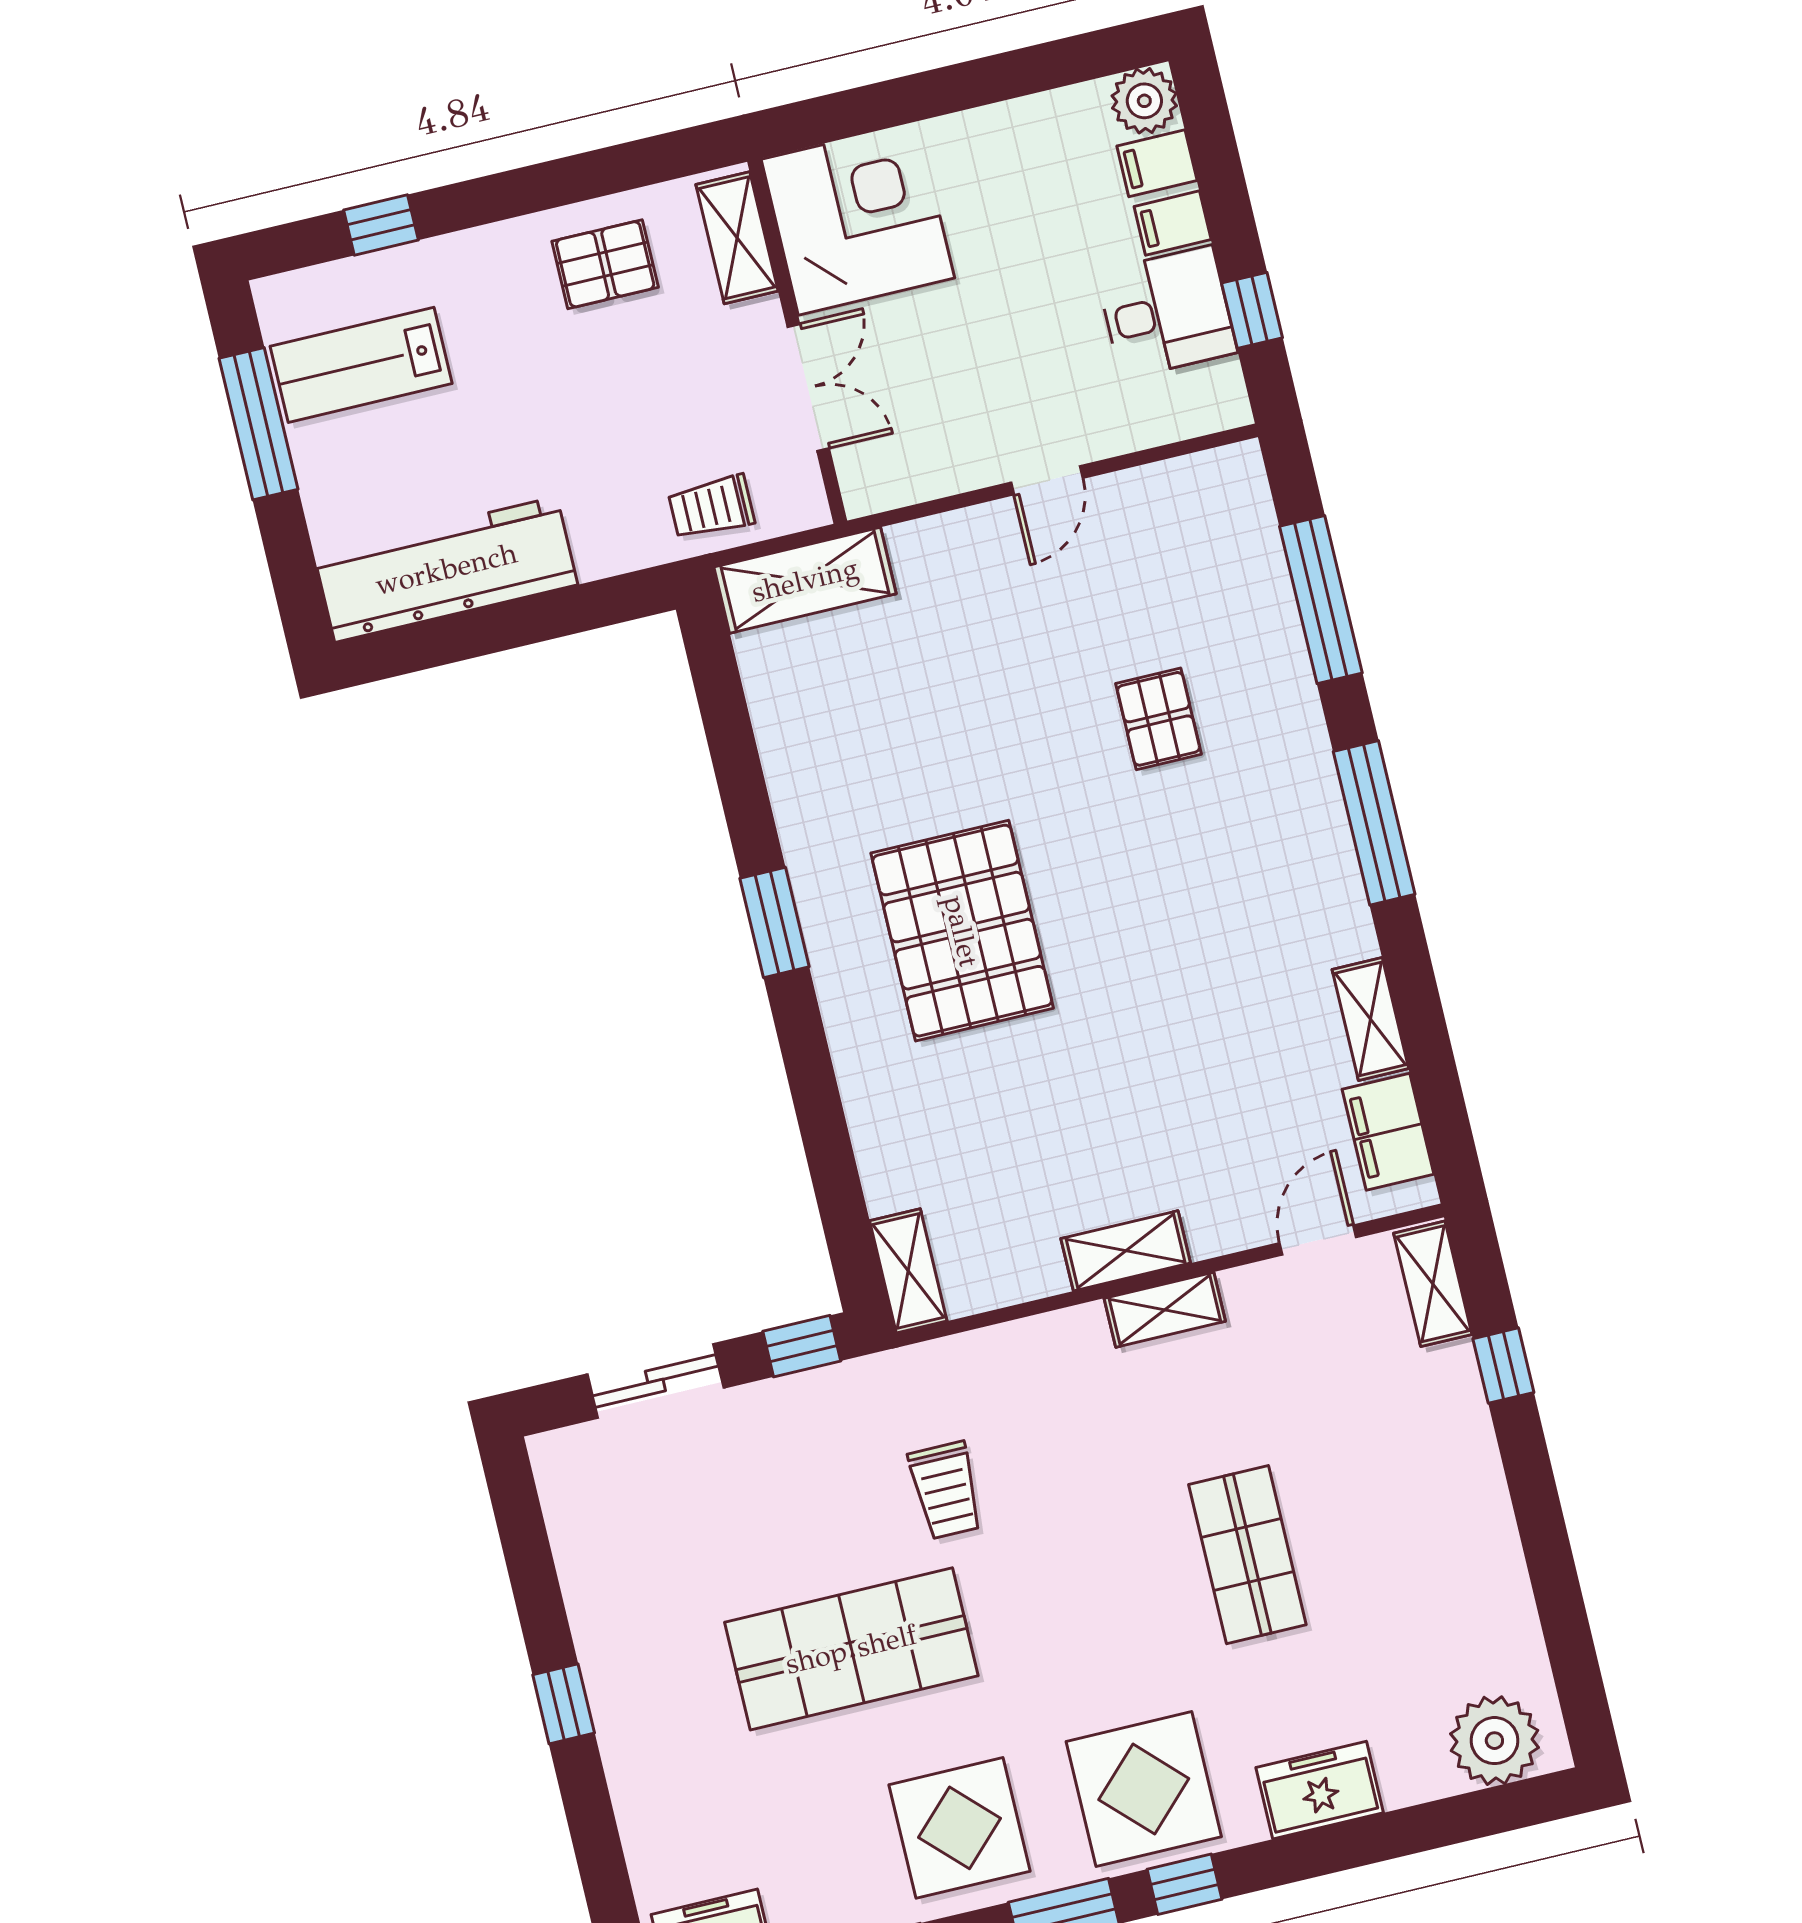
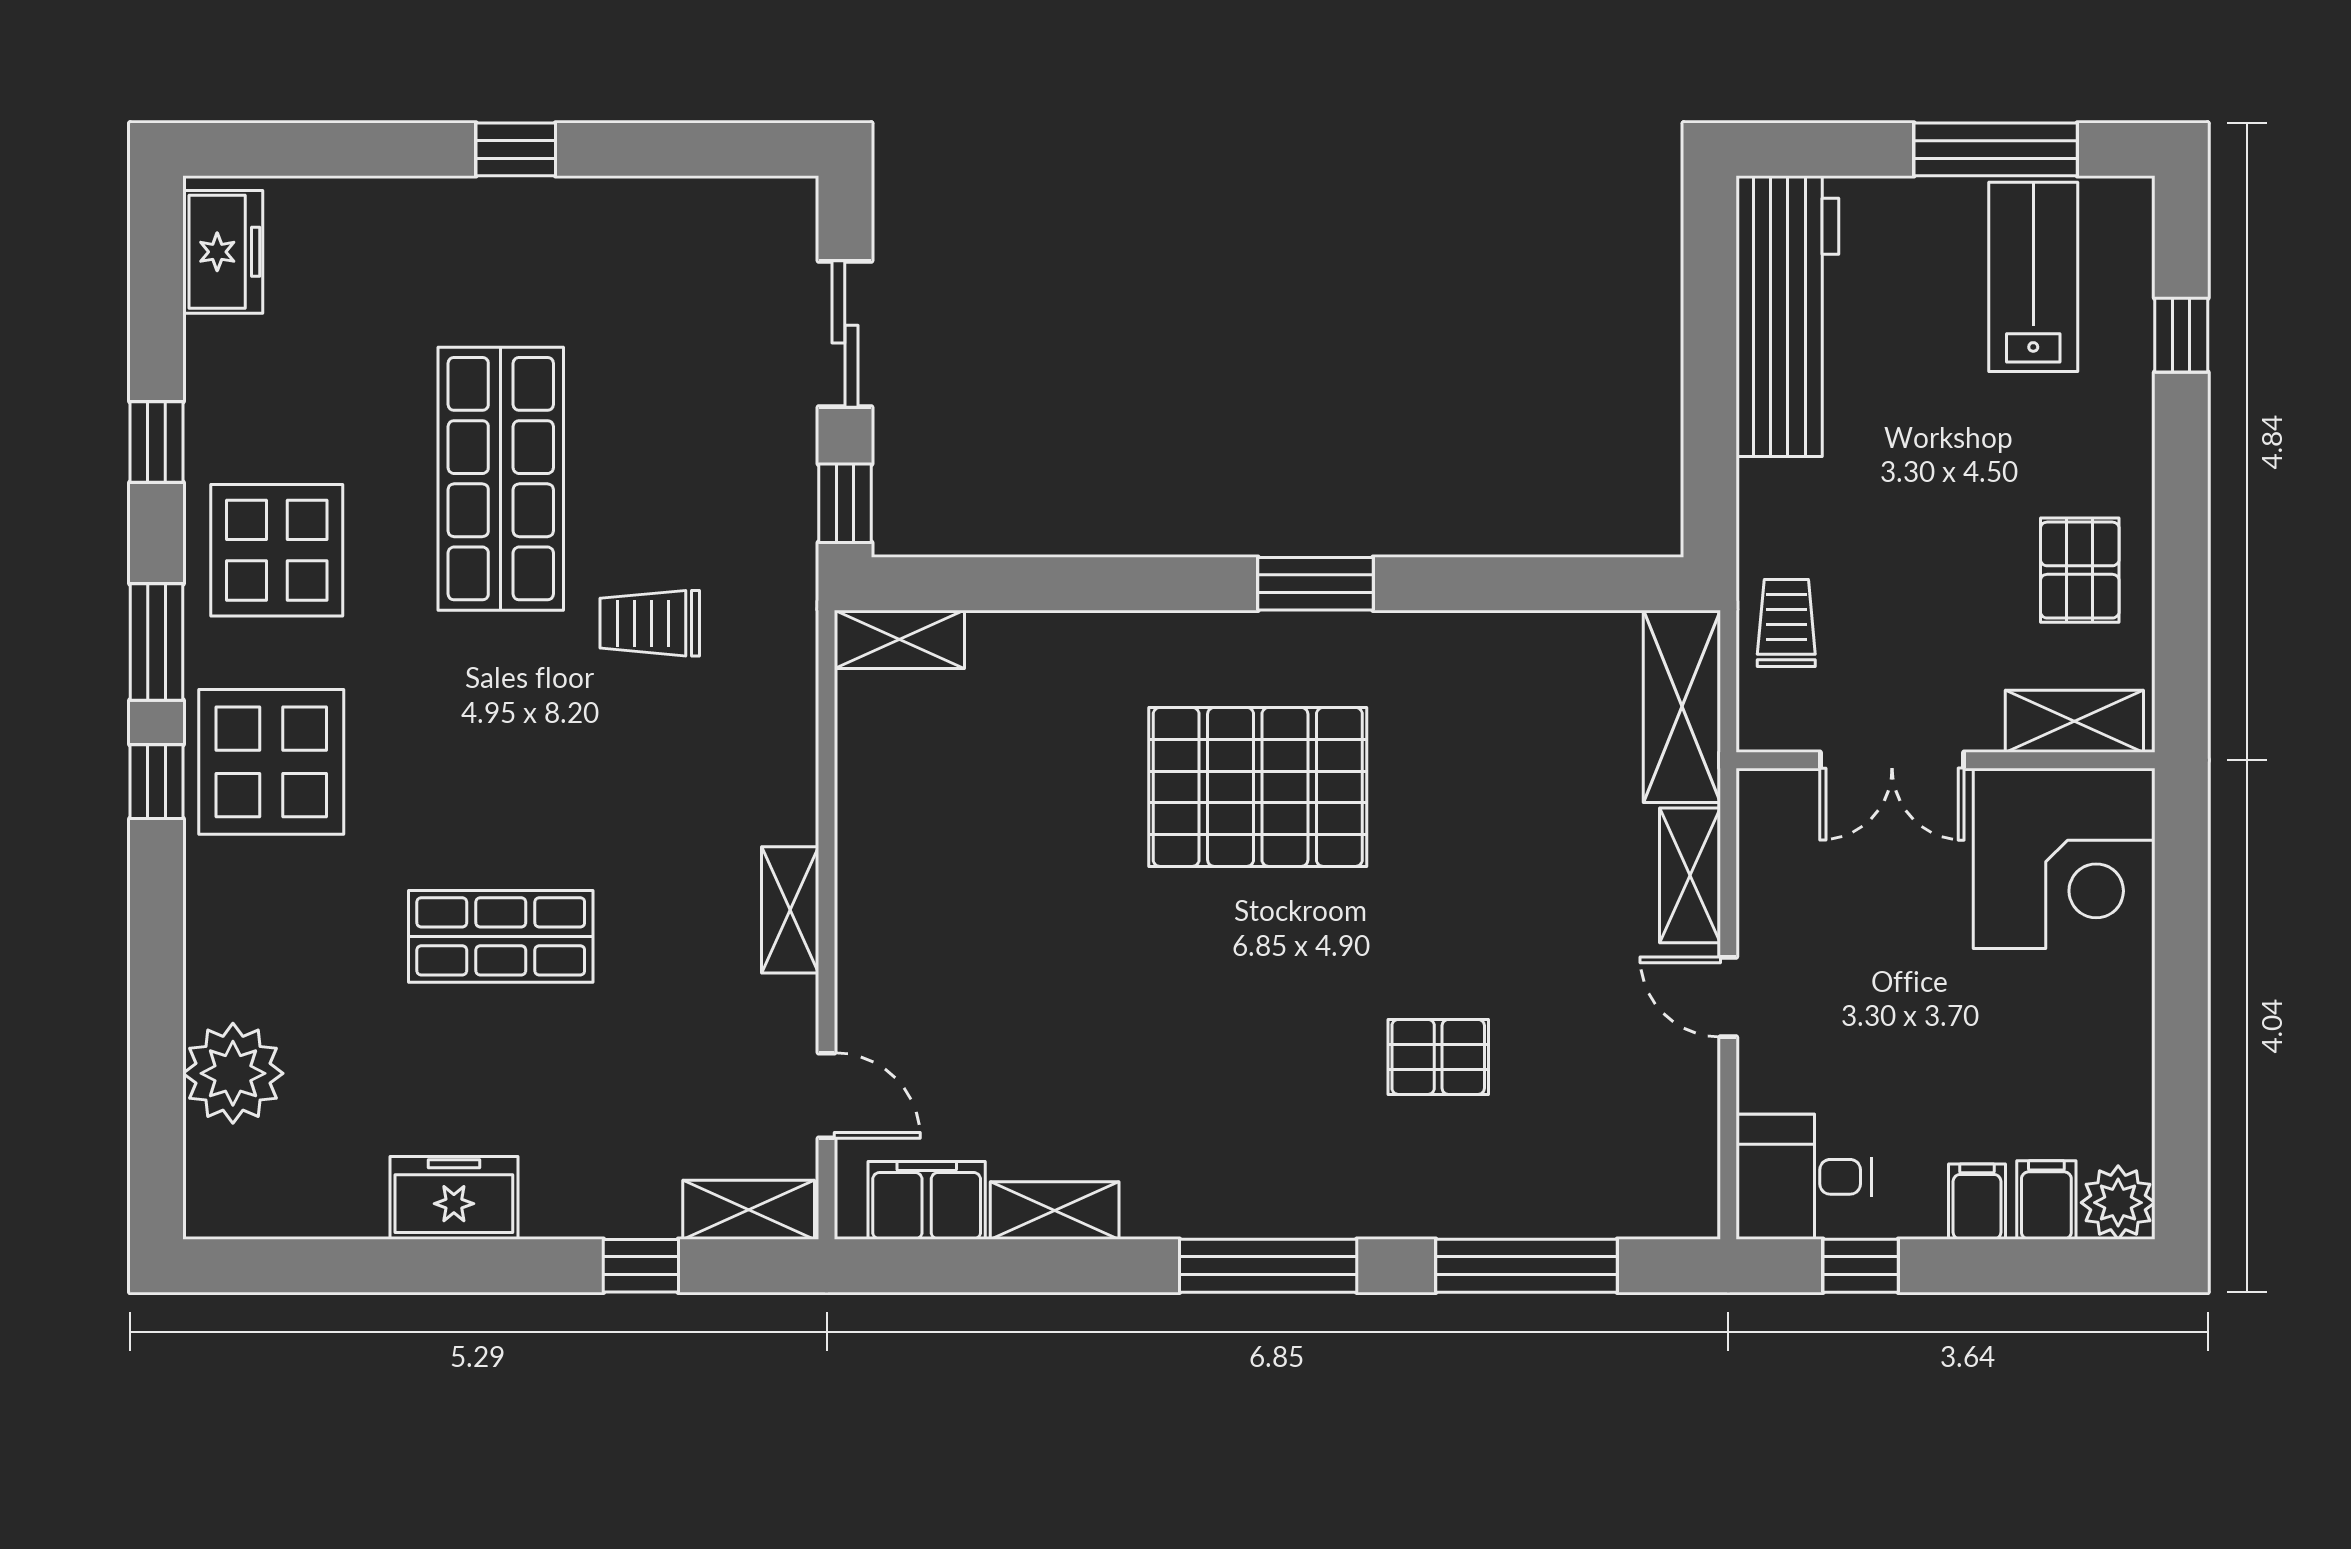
desk: (1167, 312) -> (1804, 1177), moved, turned 90
shelving: (1126, 1251) -> (1690, 875), moved
plant: (1494, 1741) -> (233, 1073), moved
freezer: (1320, 1790) -> (454, 1198), moved, turned -90

